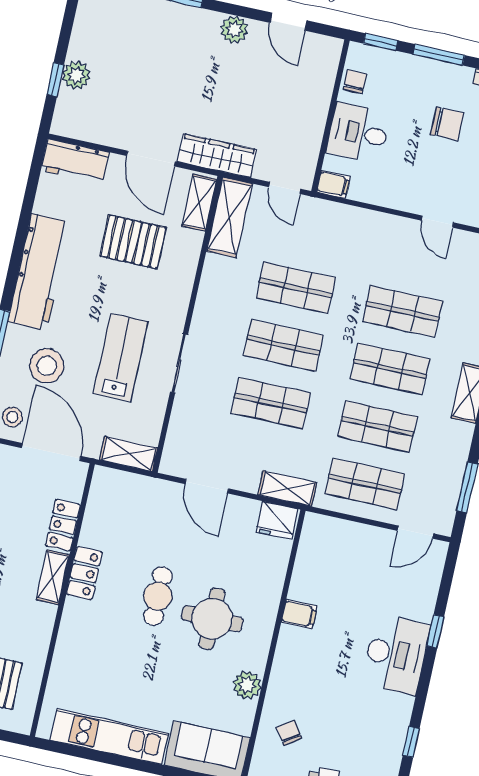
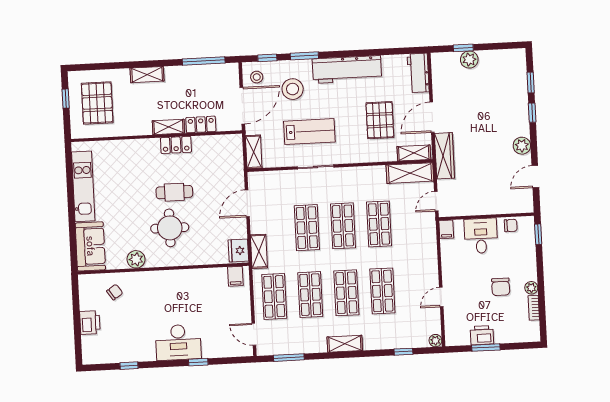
window: (439, 55) -> (540, 271), removed
plant: (462, 76) -> (531, 288), added
filing cabinet: (299, 614) -> (235, 276), moved

